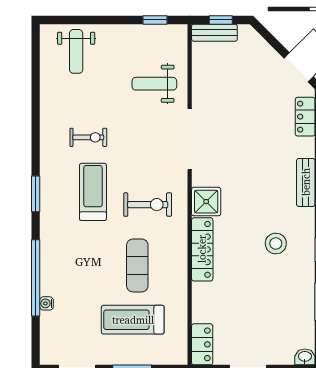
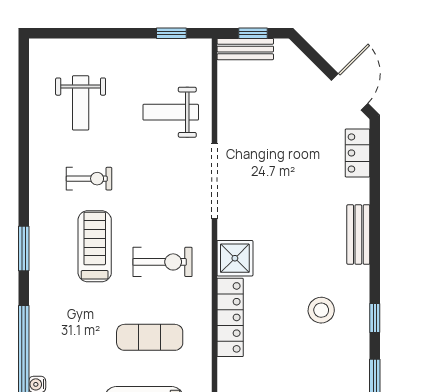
weight bench: (76, 51) -> (81, 103), moved
exercise mat: (137, 265) -> (150, 337), turned 90

